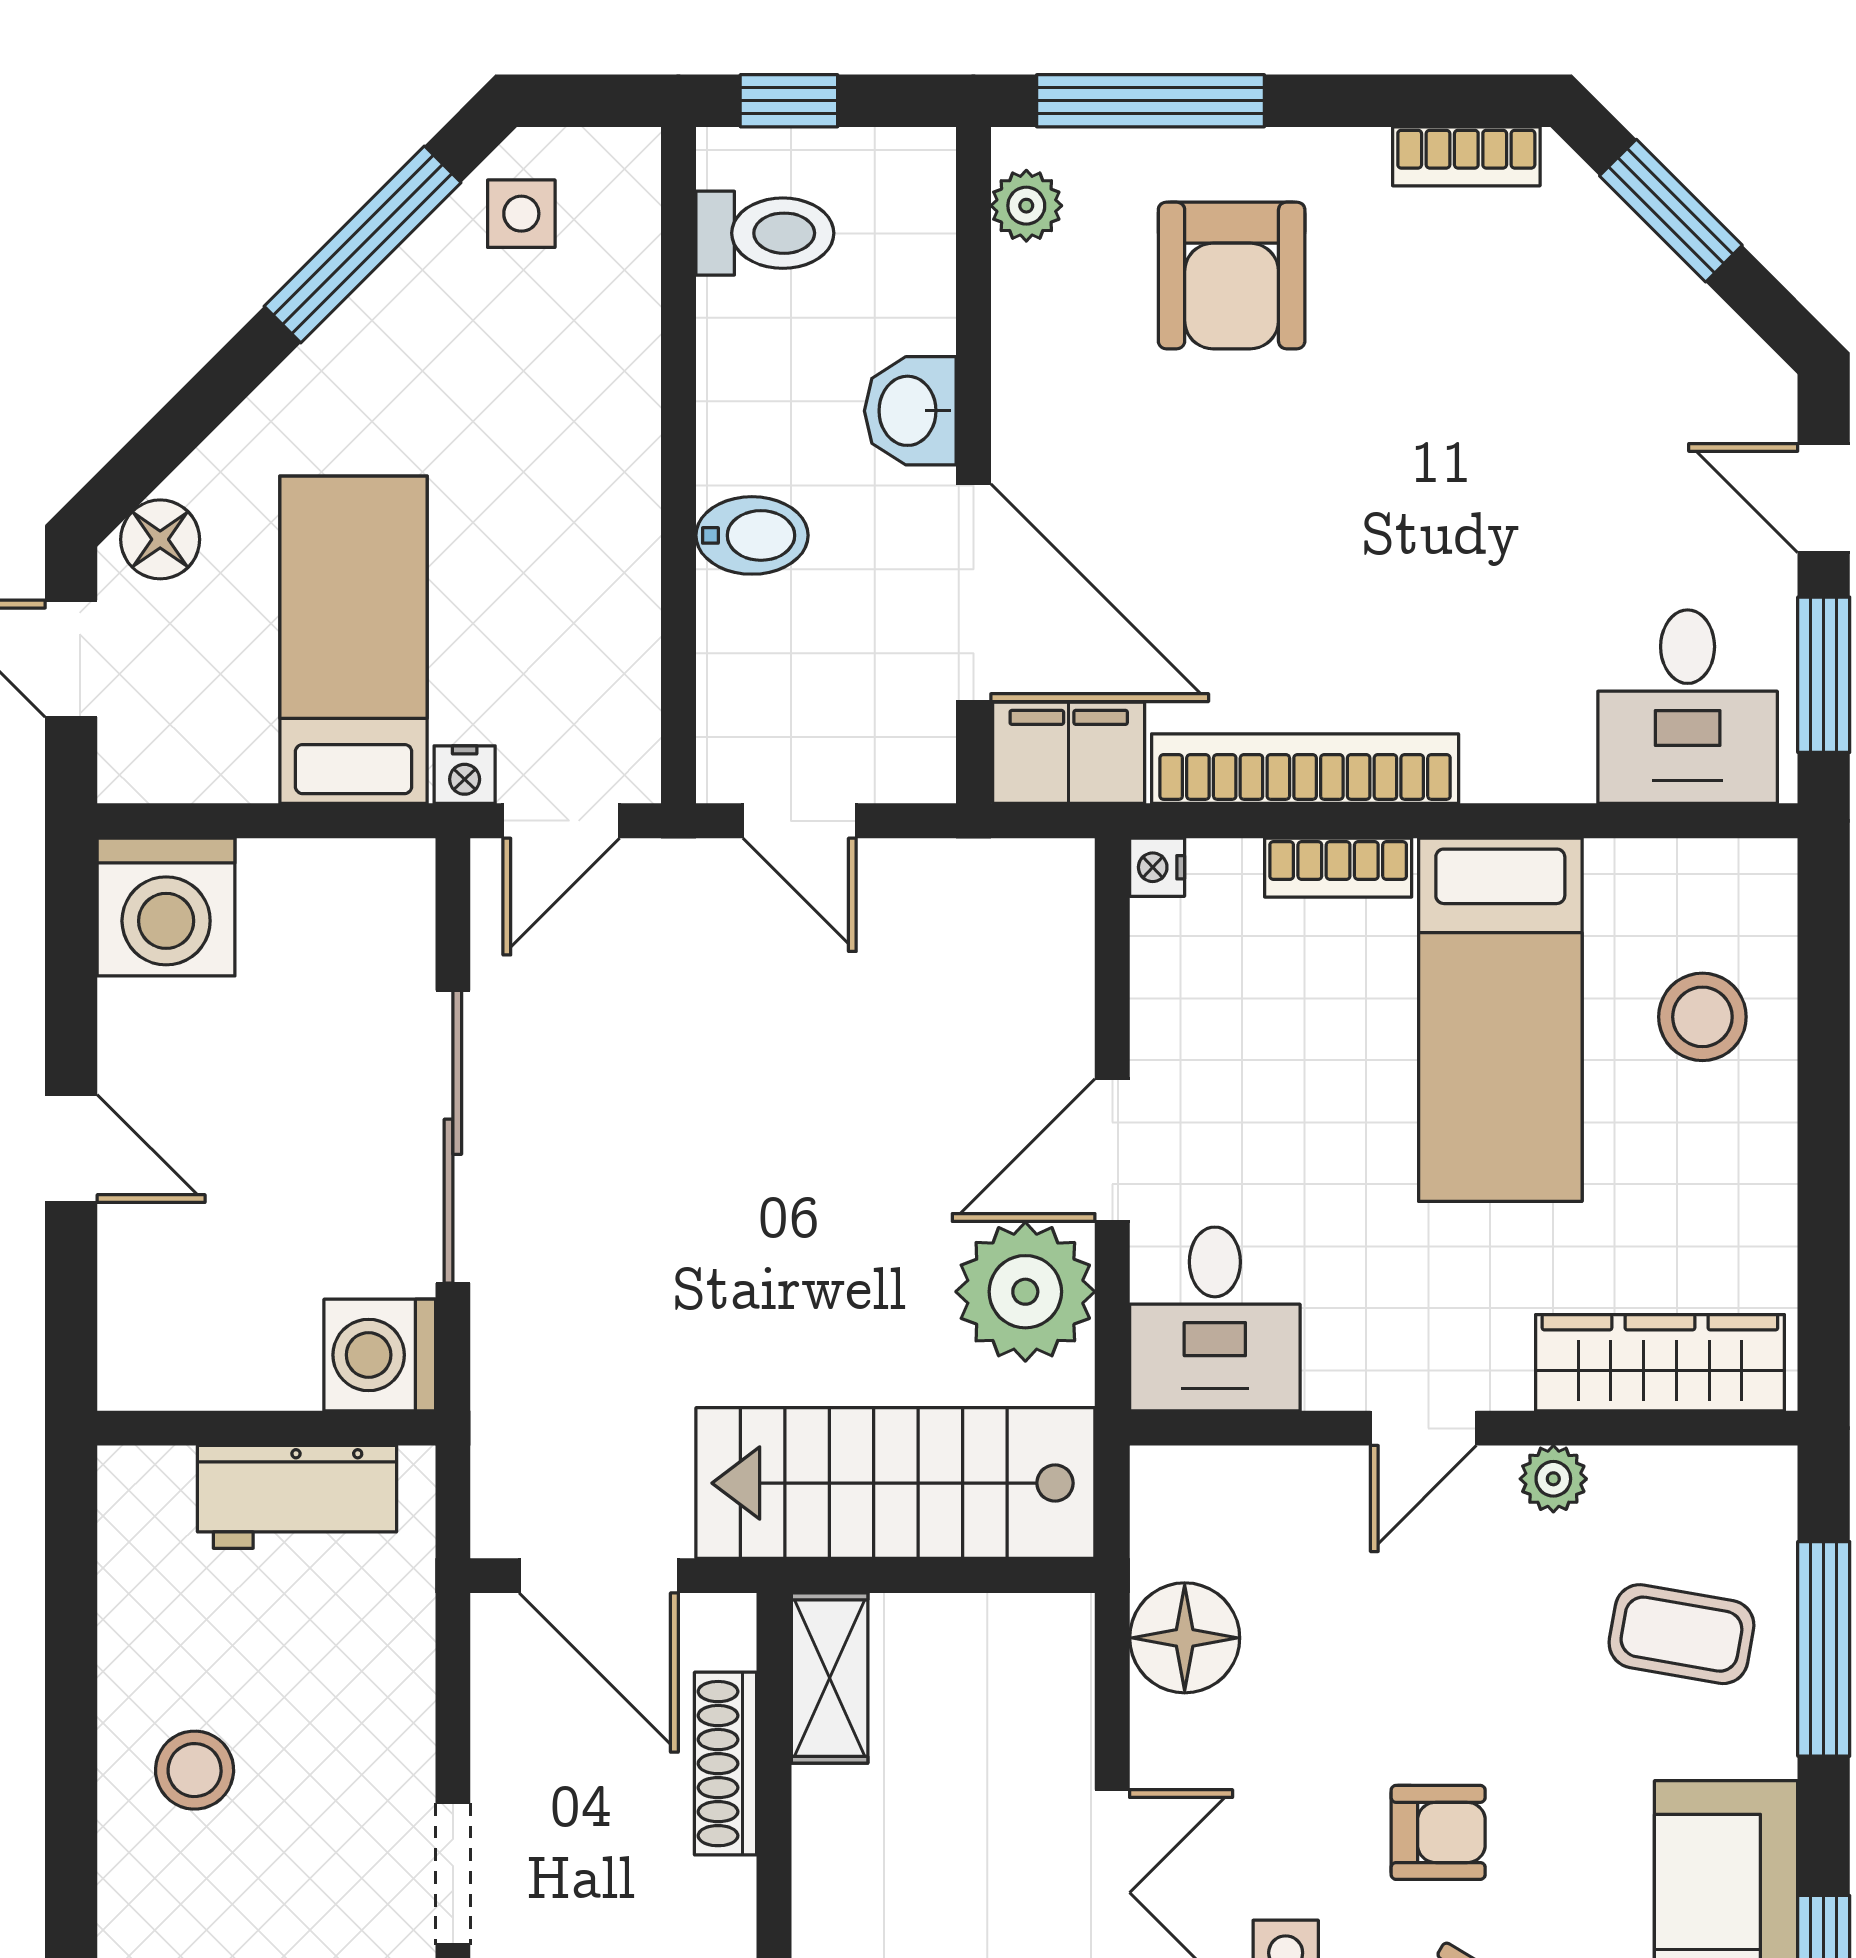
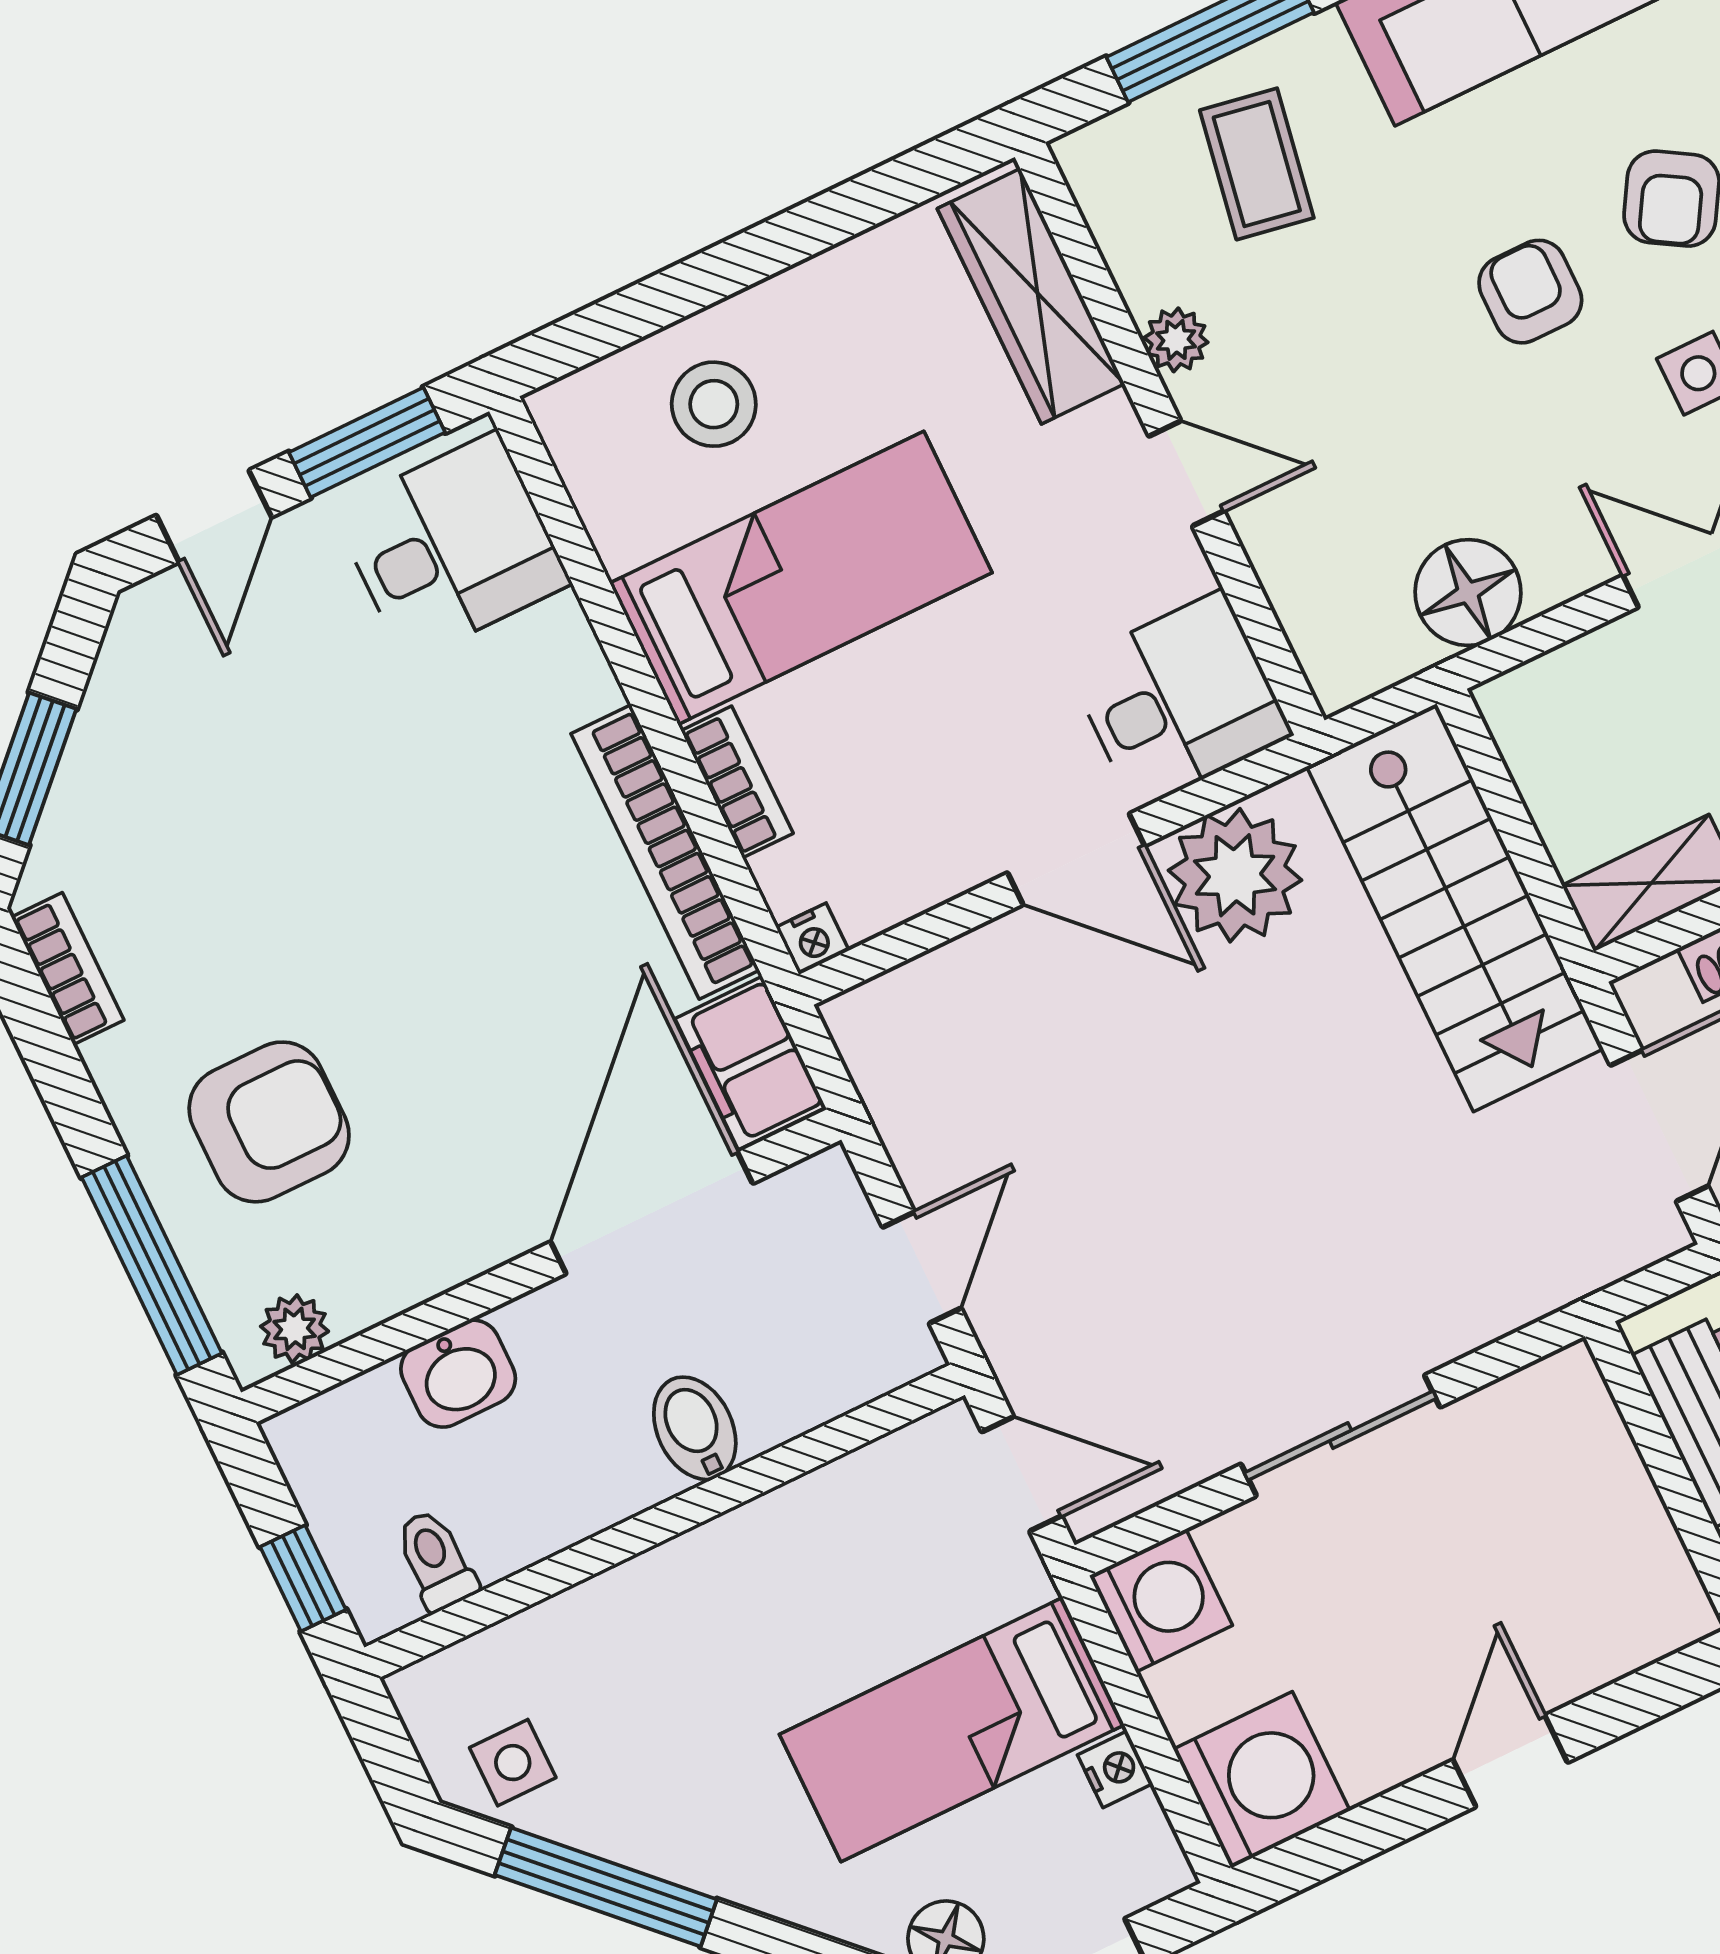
toilet: (765, 233) -> (436, 1560), width x0.73, depth x0.72
washbasin: (910, 411) -> (458, 1374), moved
nightstand: (465, 775) -> (1115, 1769), moved
sliding door: (453, 1137) -> (1340, 1436), width x0.73
washing machine: (380, 1355) -> (1161, 1600), moved, turned -90

